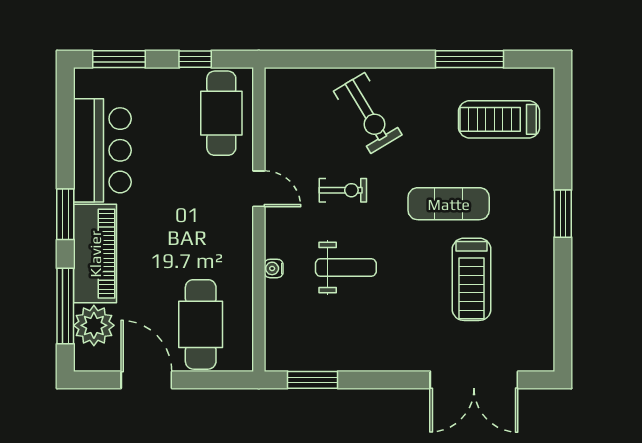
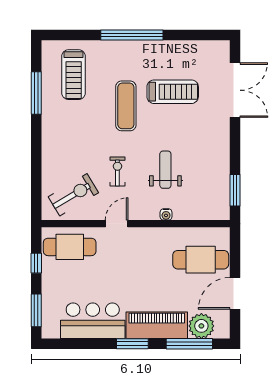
exercise bike: (368, 113) -> (73, 195), moved
window: (563, 214) -> (132, 35), width x2.11

